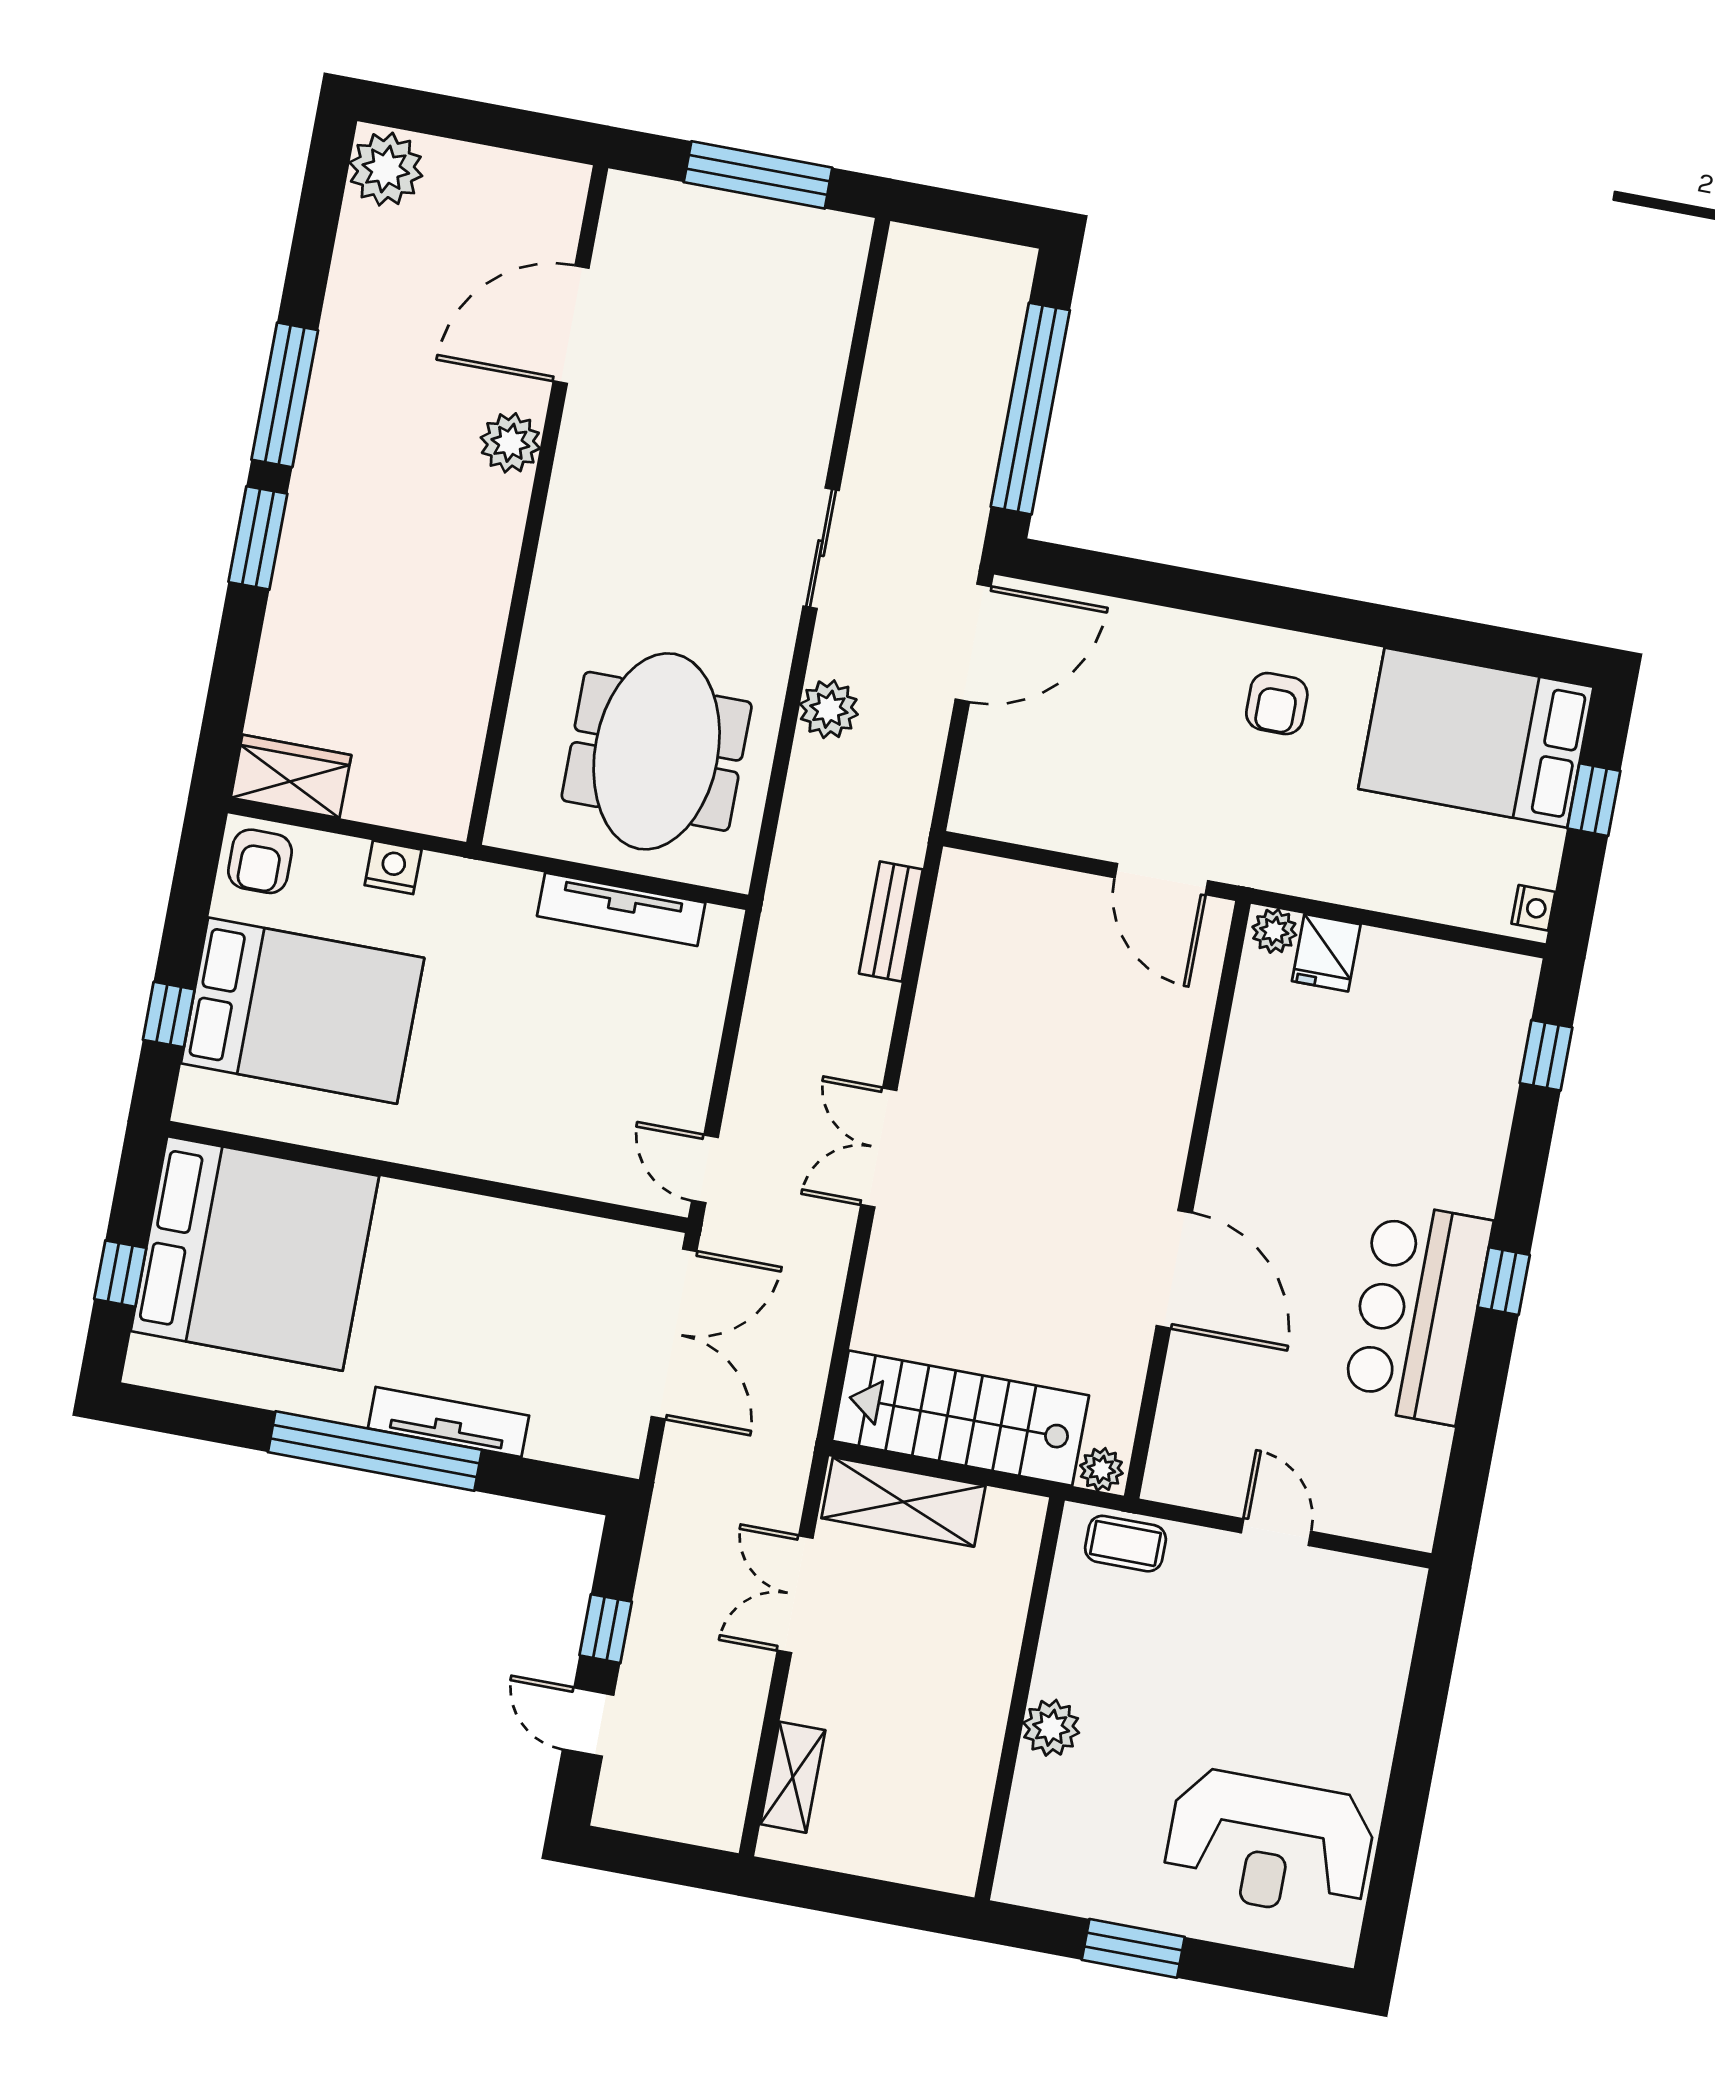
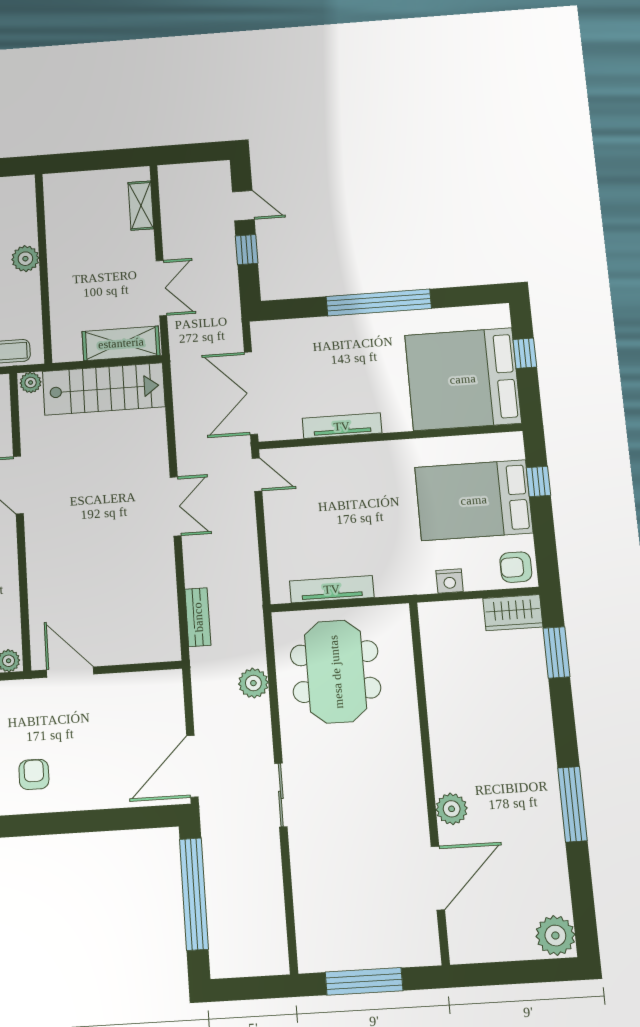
window: (258, 538) -> (556, 652), moved
plant: (829, 709) -> (253, 683), moved
armchair: (260, 861) -> (516, 567), turned -90
tv unit: (448, 1422) -> (342, 426), moved, turned 180

